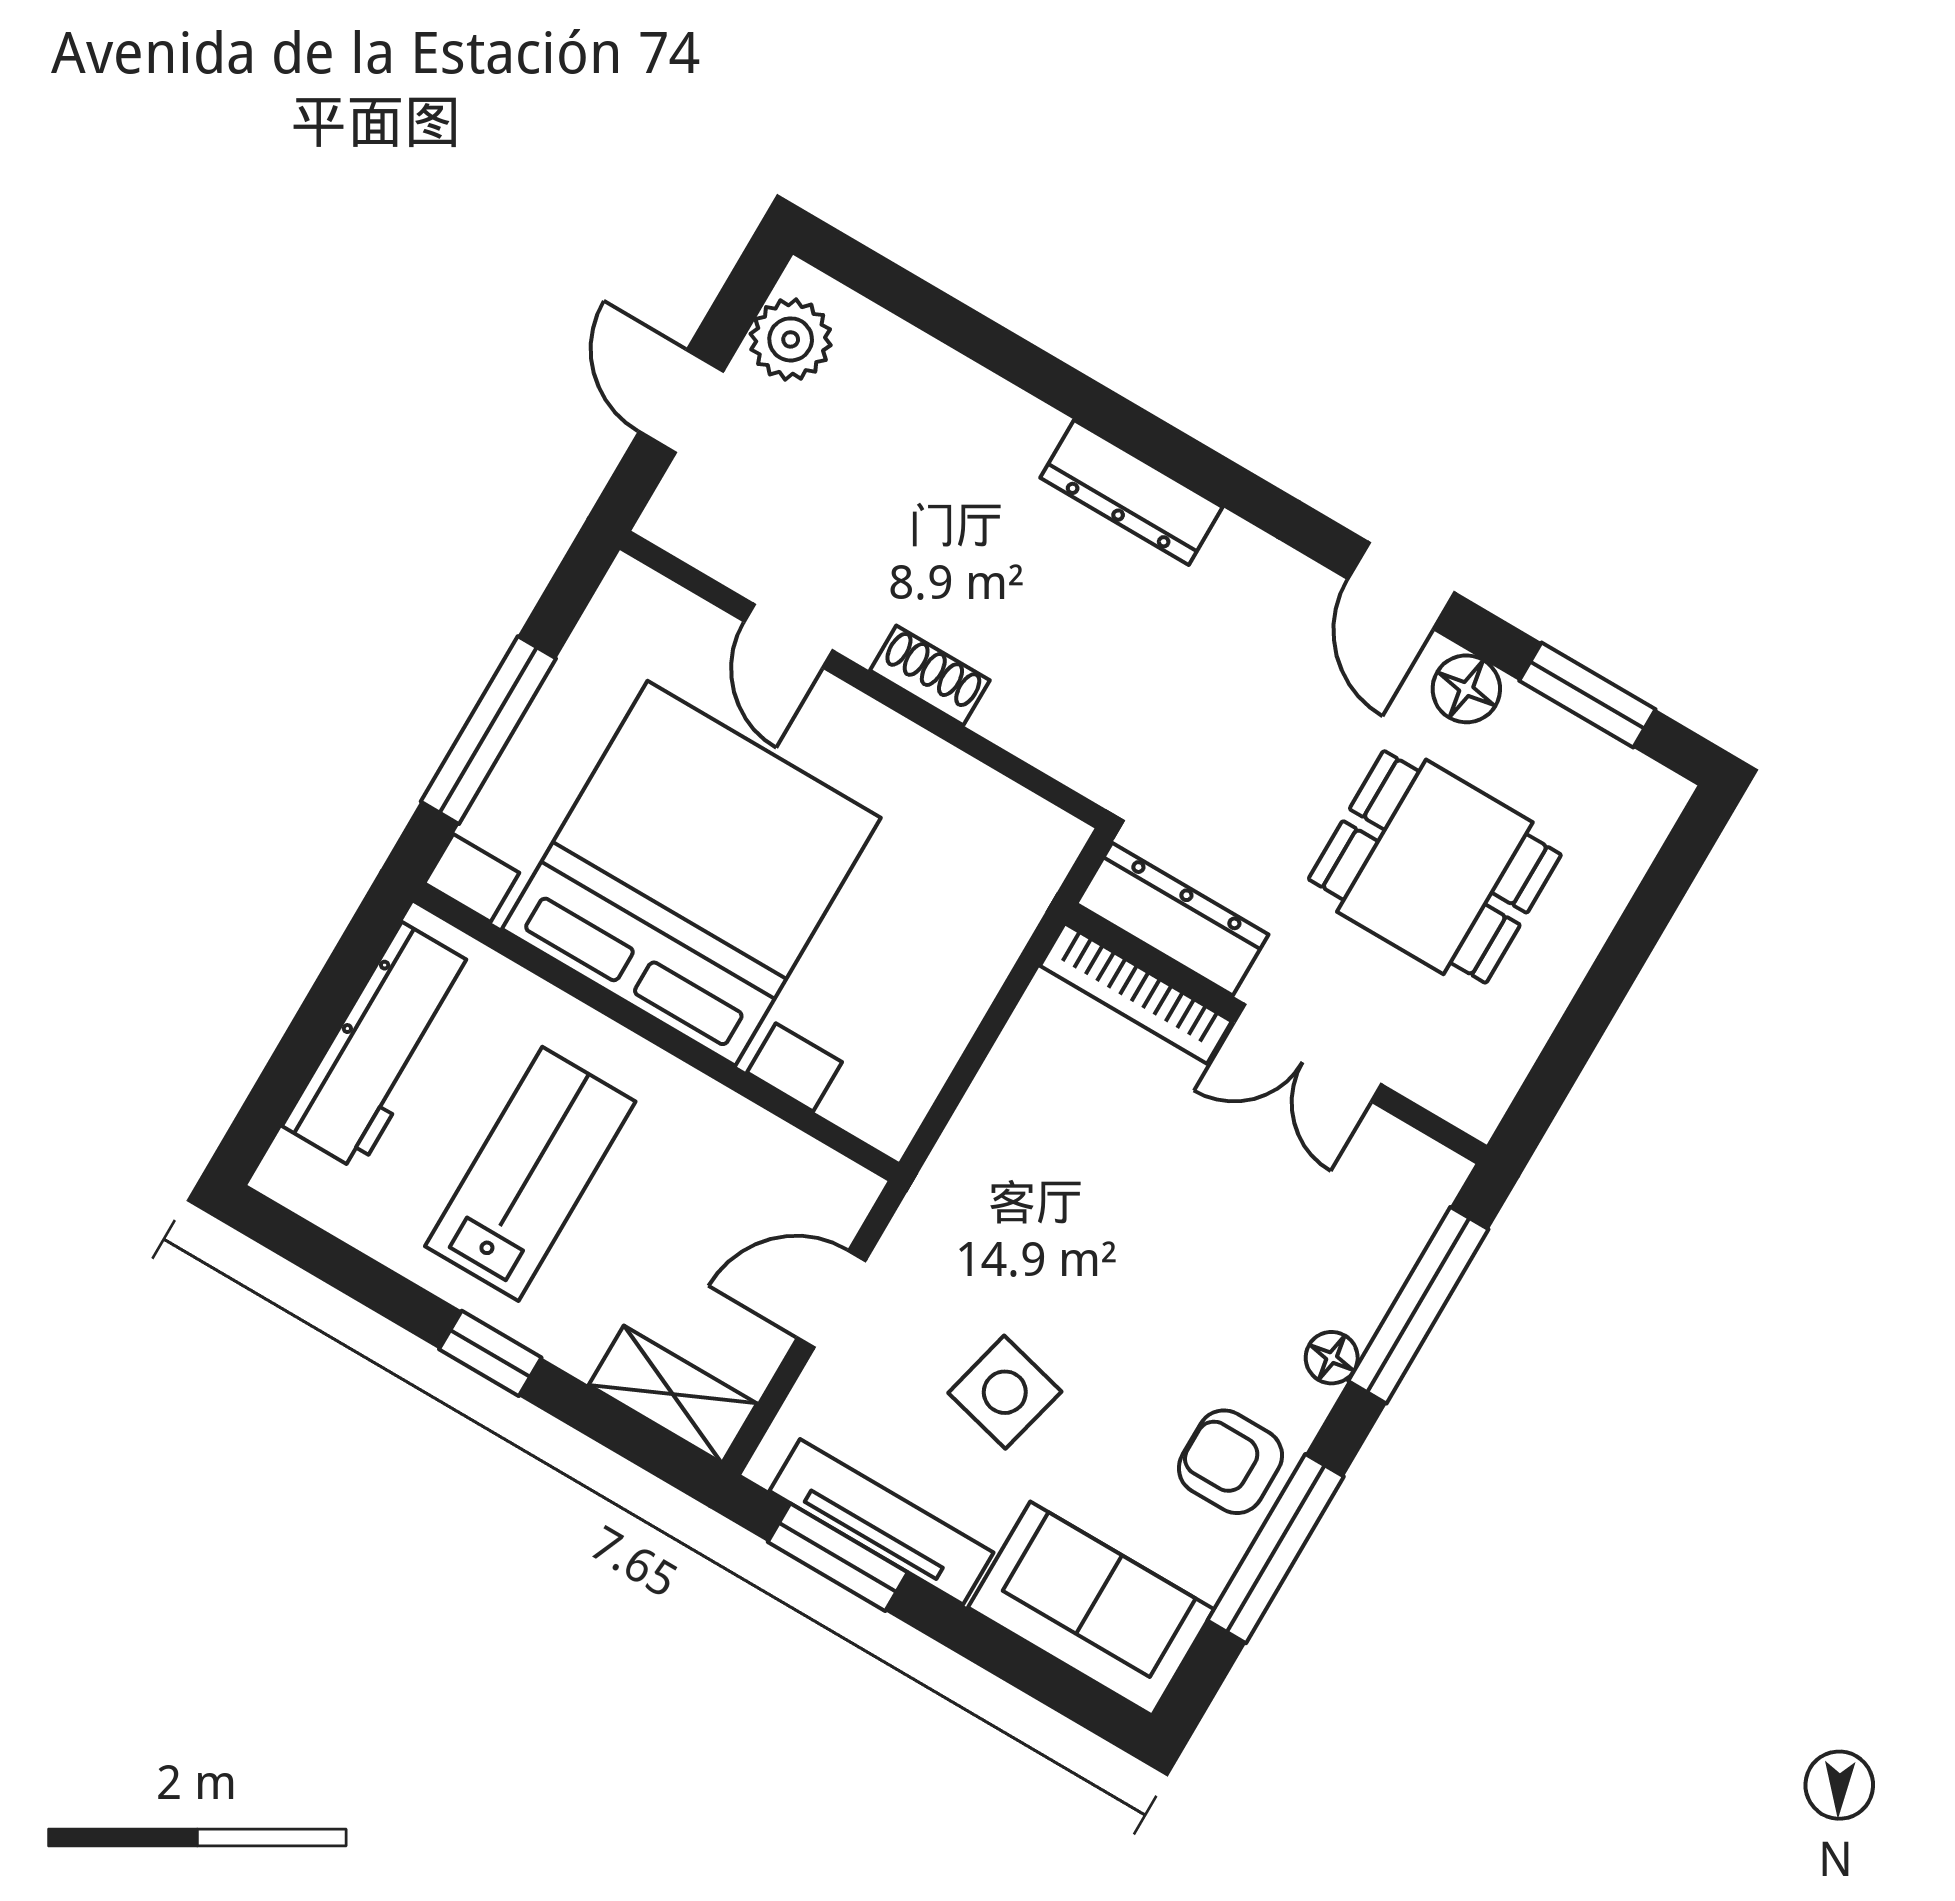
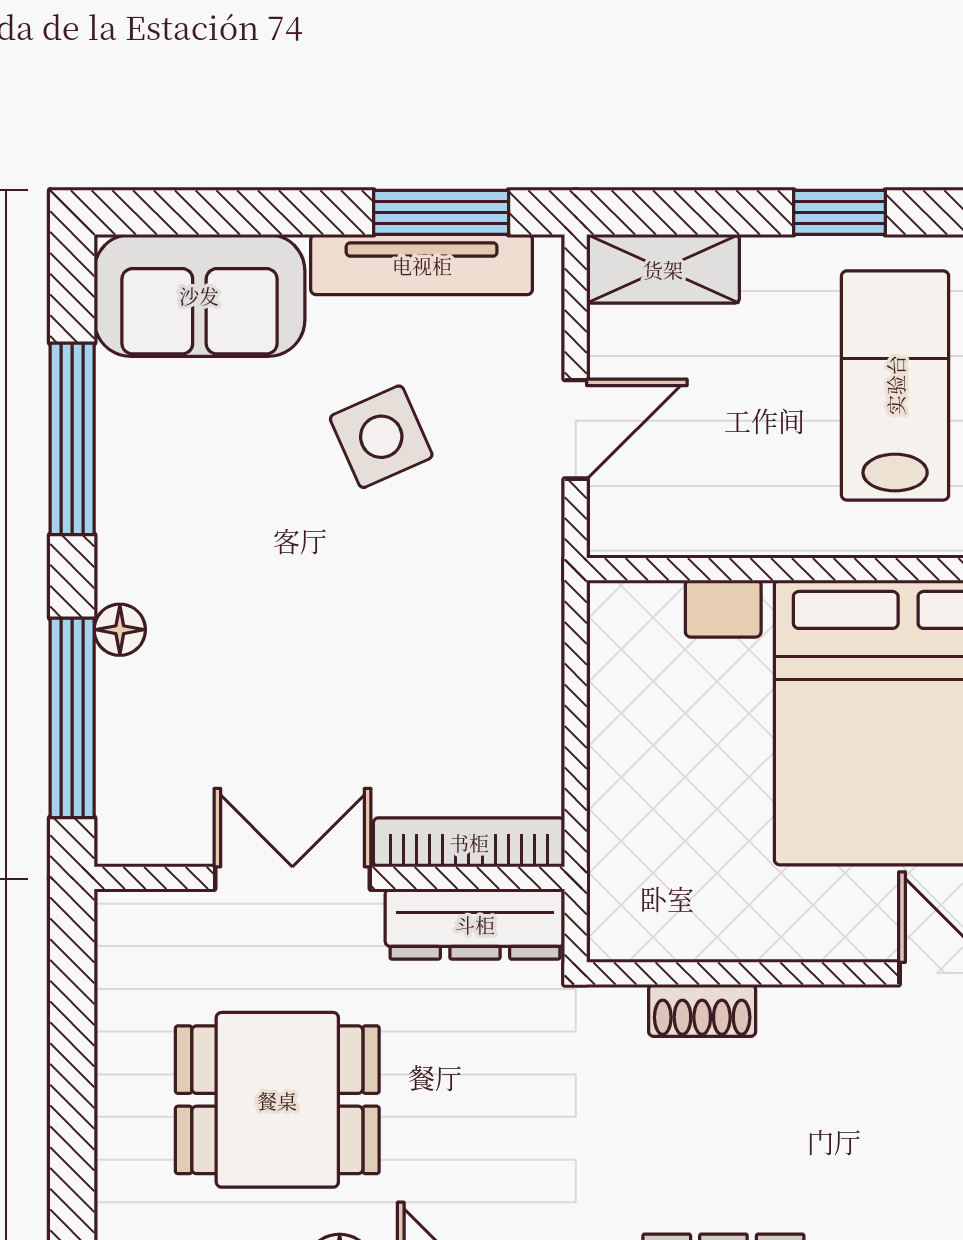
shoe rack: (930, 675) -> (702, 1010), moved
lab bench: (530, 1174) -> (895, 385), turned 180
side table: (1005, 1392) -> (381, 437), turned -38
armchair: (1230, 1462) -> (154, 490), removed

